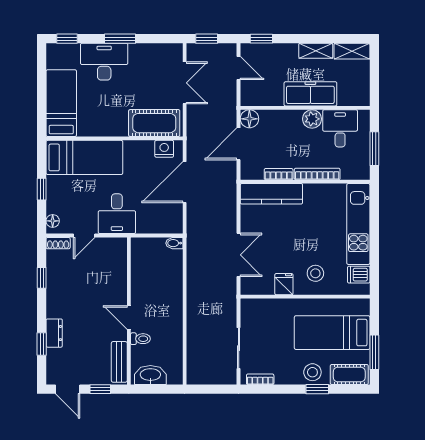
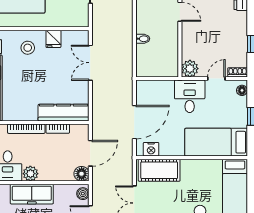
boiler: (248, 94) -> (83, 194), added
bidet: (174, 243) -> (143, 39), moved
plant: (117, 248) -> (190, 69), added

